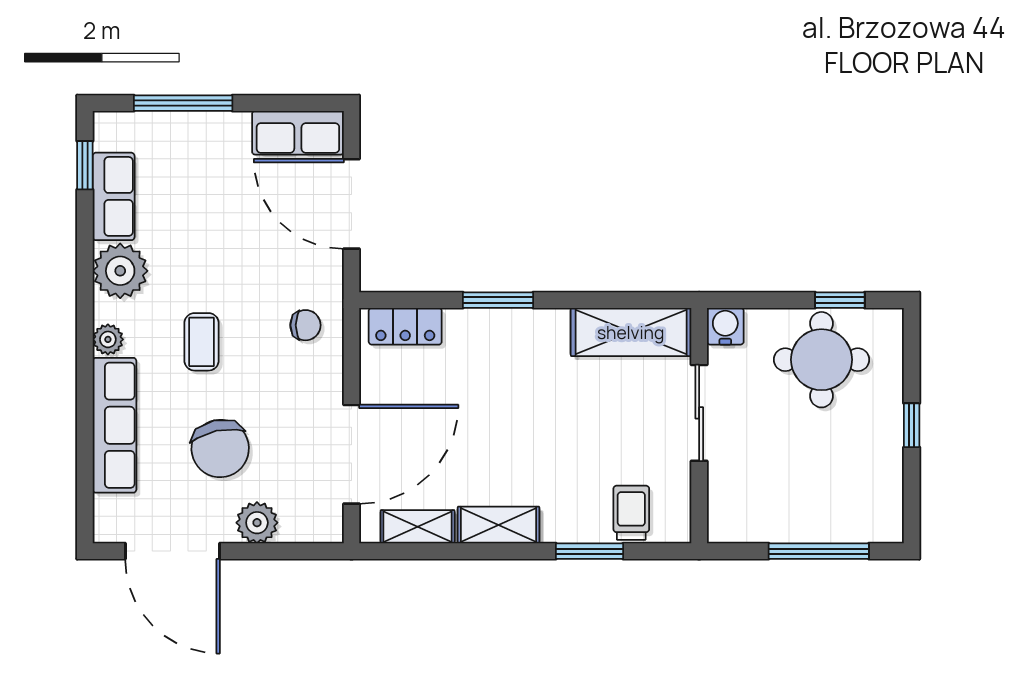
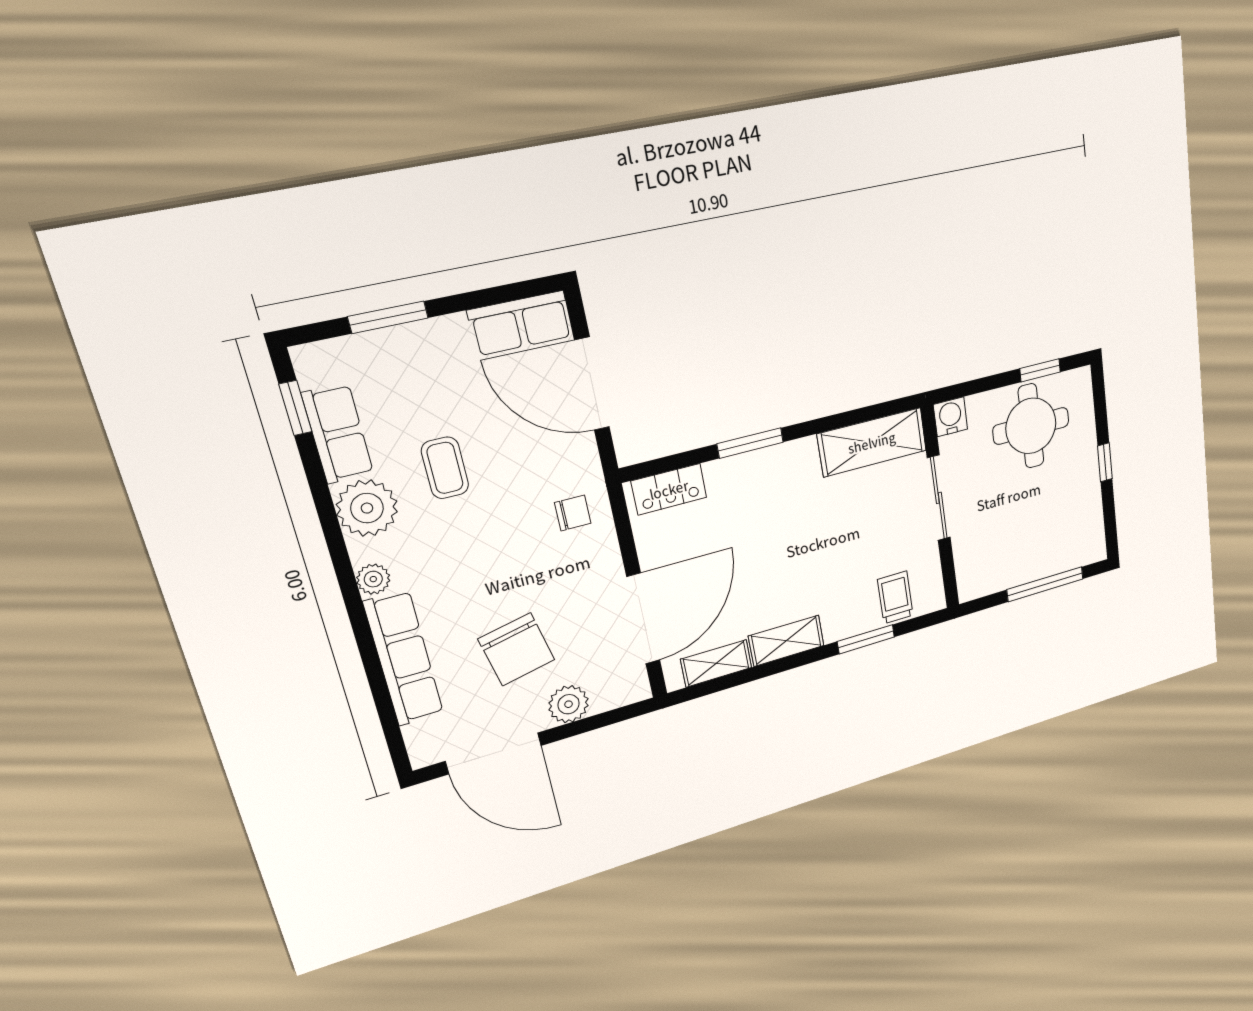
window: (183, 103) -> (388, 317), width x0.69
coffee table: (202, 342) -> (445, 468), moved

